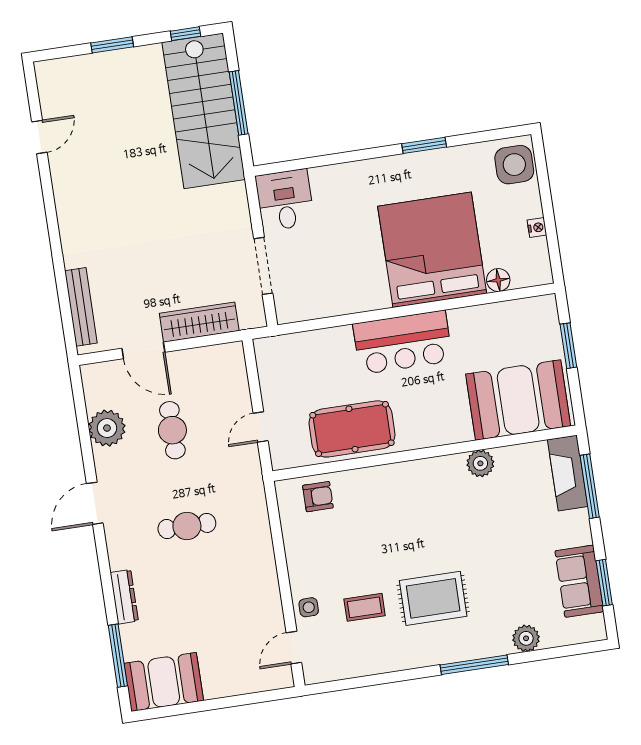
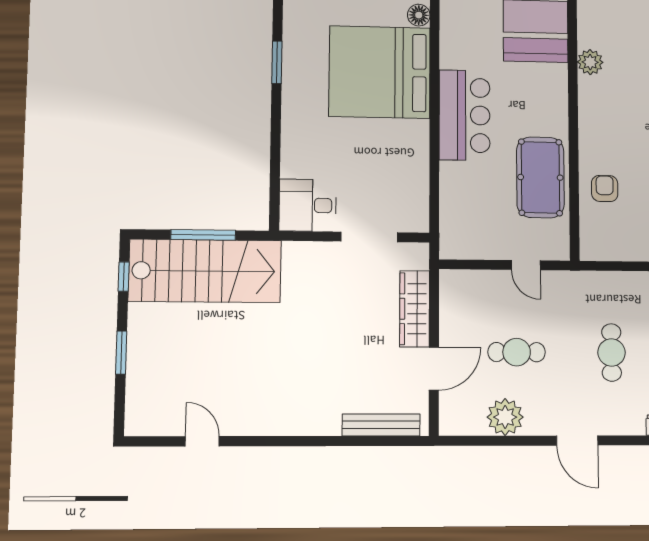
armchair: (318, 497) -> (605, 189), moved

